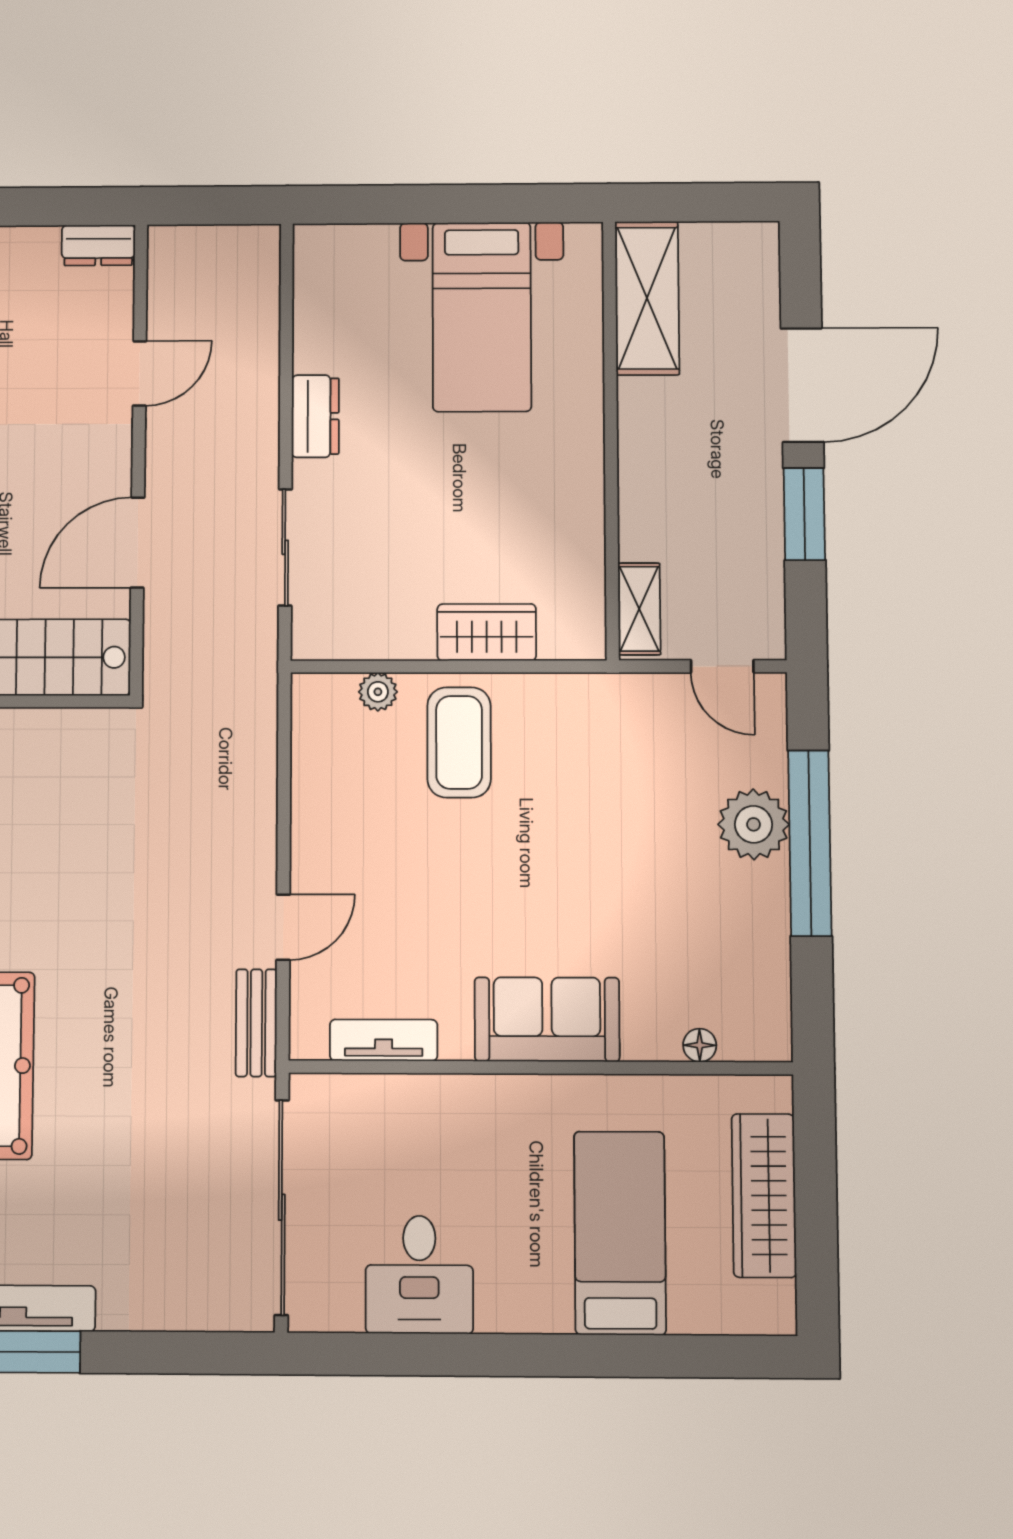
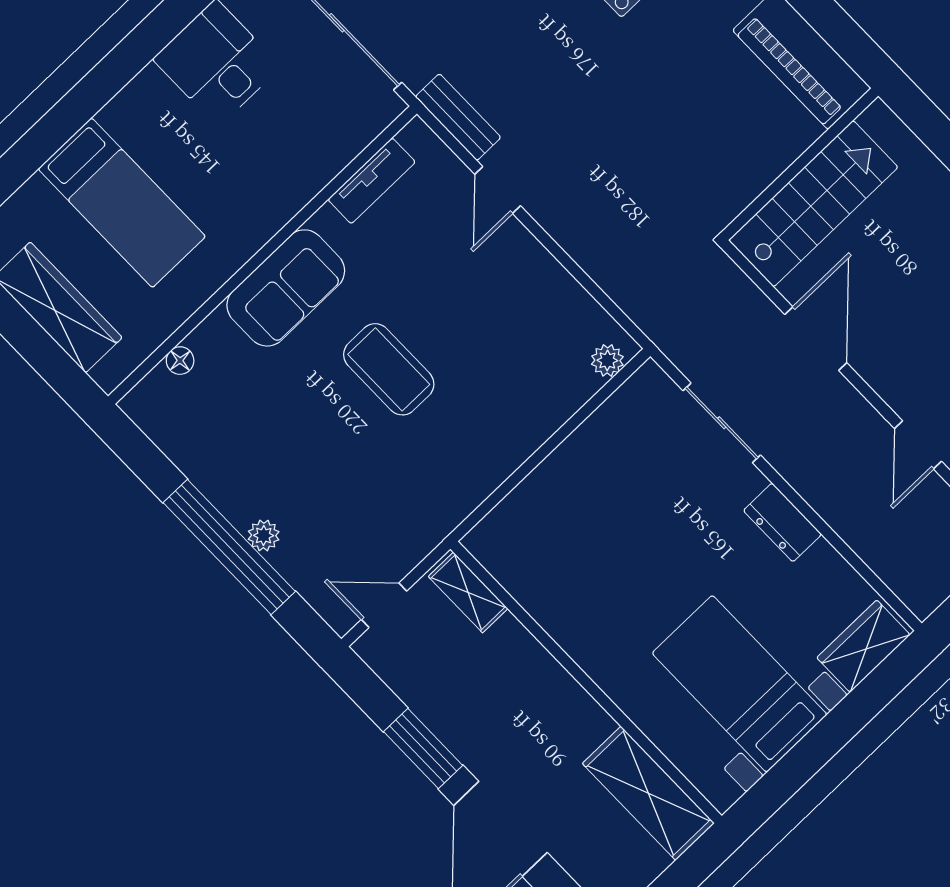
wardrobe: (487, 632) -> (863, 646), moved, turned 180
plant: (378, 692) -> (607, 360), moved
coffee table: (459, 742) -> (389, 369), moved
plant: (754, 824) -> (264, 535), width x0.53, depth x0.53

